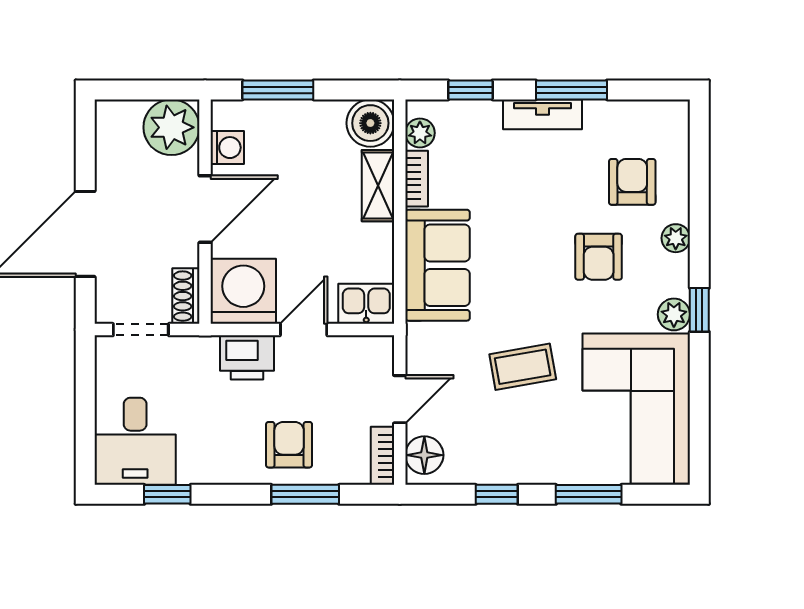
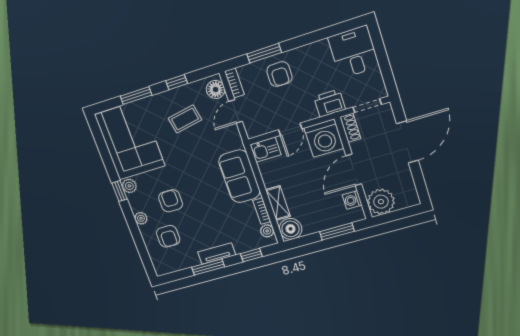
printer: (247, 357) -> (330, 103), moved
coffee table: (523, 367) -> (185, 119), moved
window: (167, 494) -> (330, 31), removed

